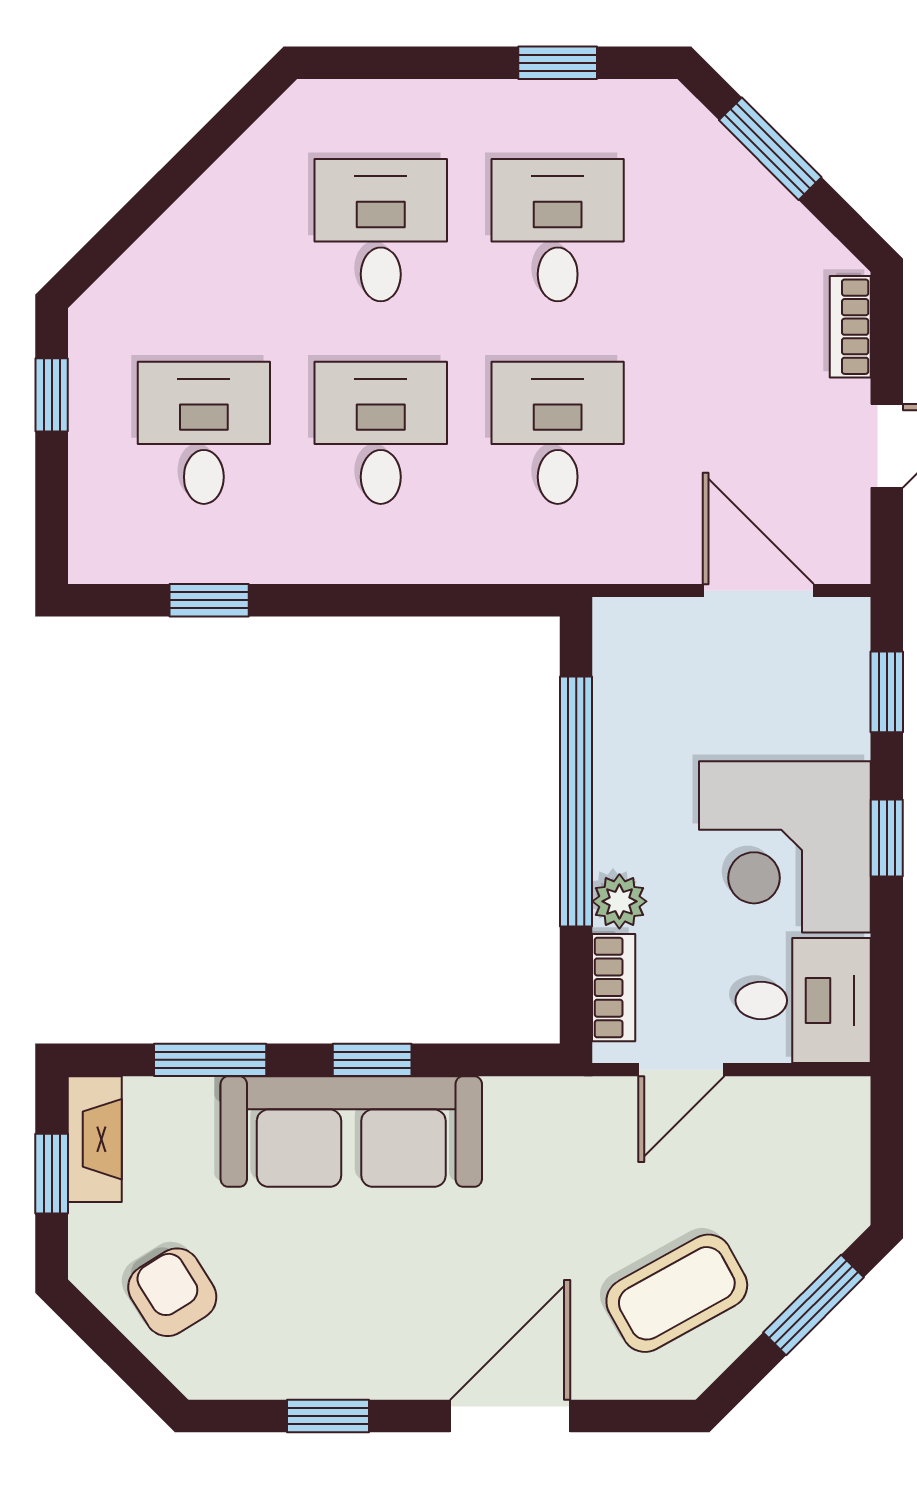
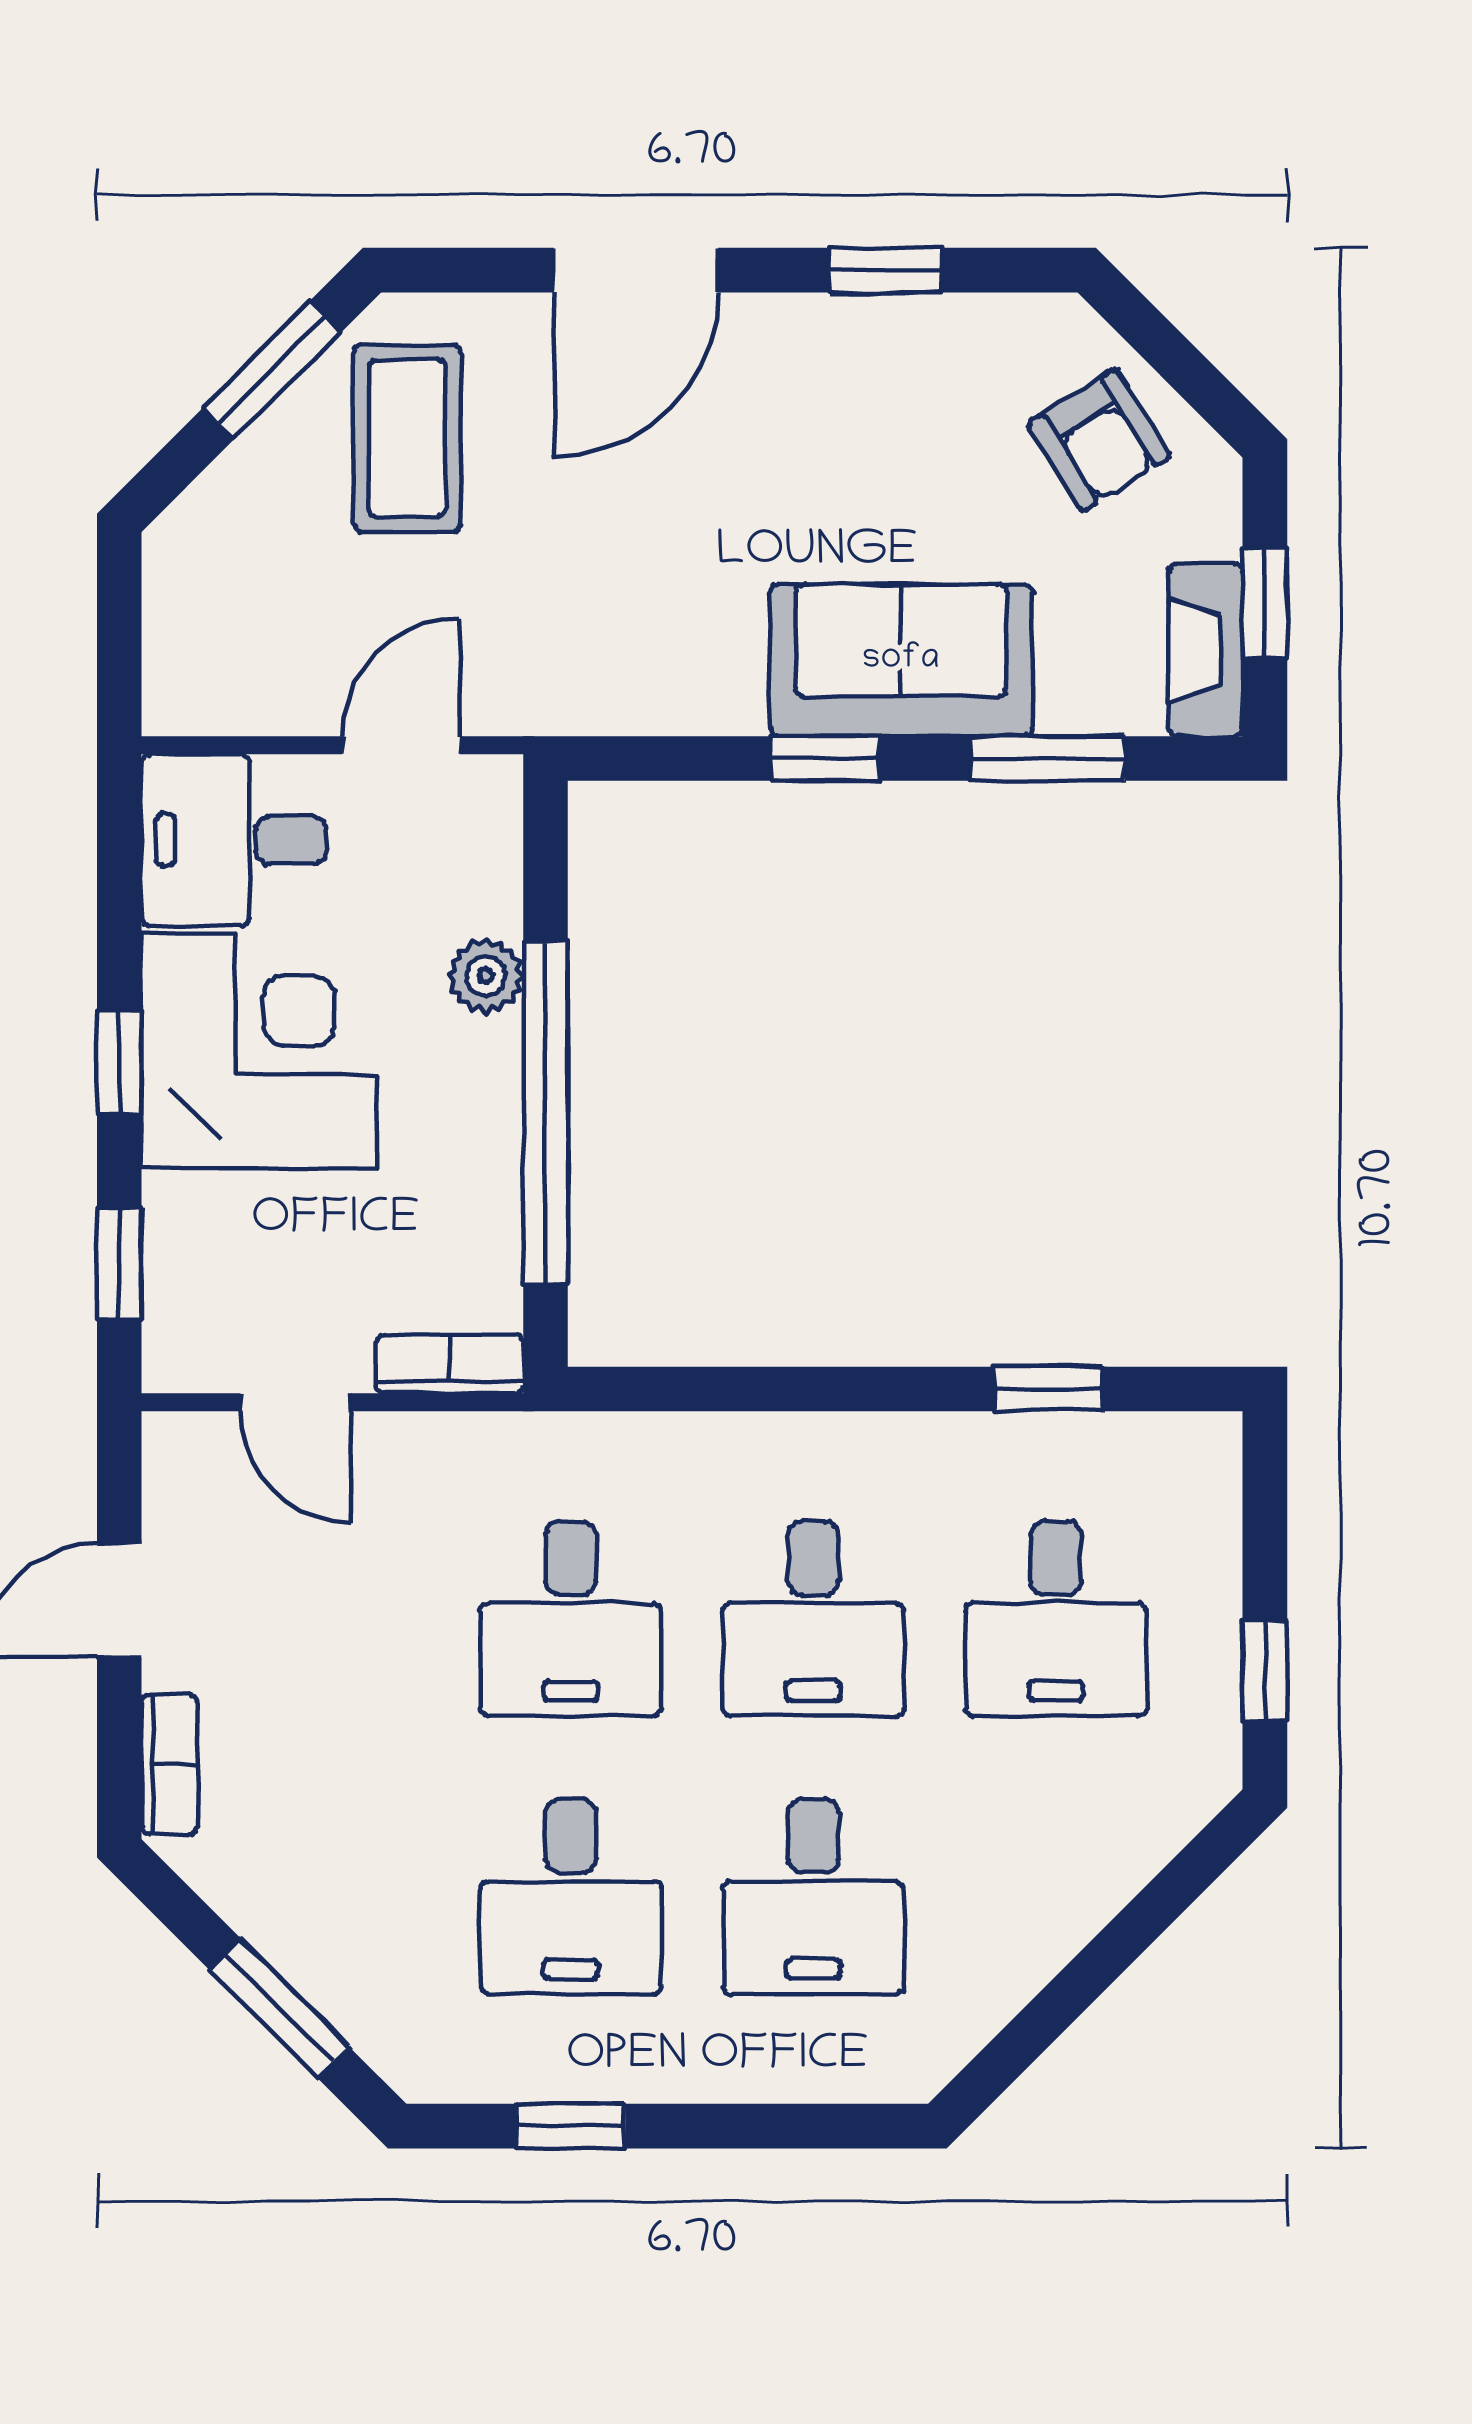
door: (758, 590) -> (296, 1402), width x0.73
bookcase: (614, 988) -> (450, 1364), moved, turned 90
sofa: (351, 1132) -> (901, 660), width x0.73
coffee table: (677, 1293) -> (407, 438), turned -61
window: (814, 1305) -> (272, 370), moved

